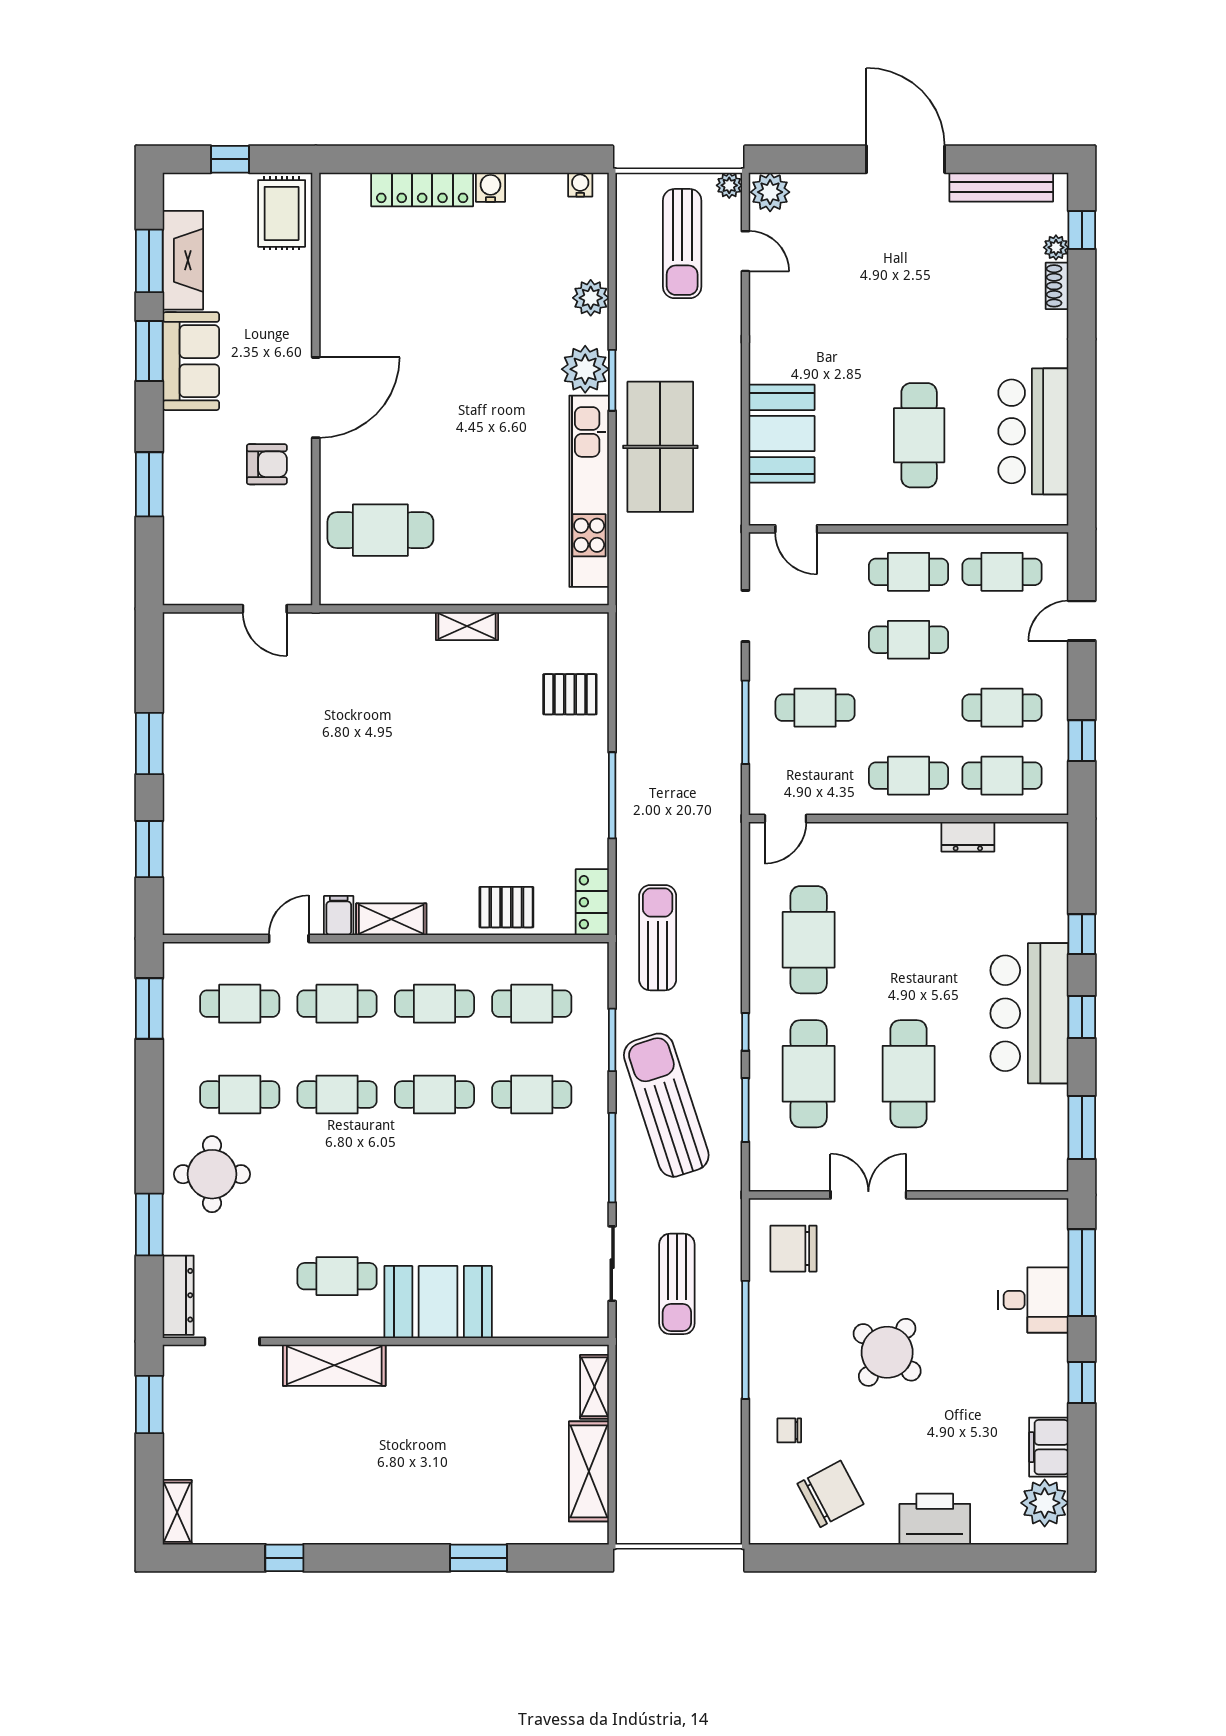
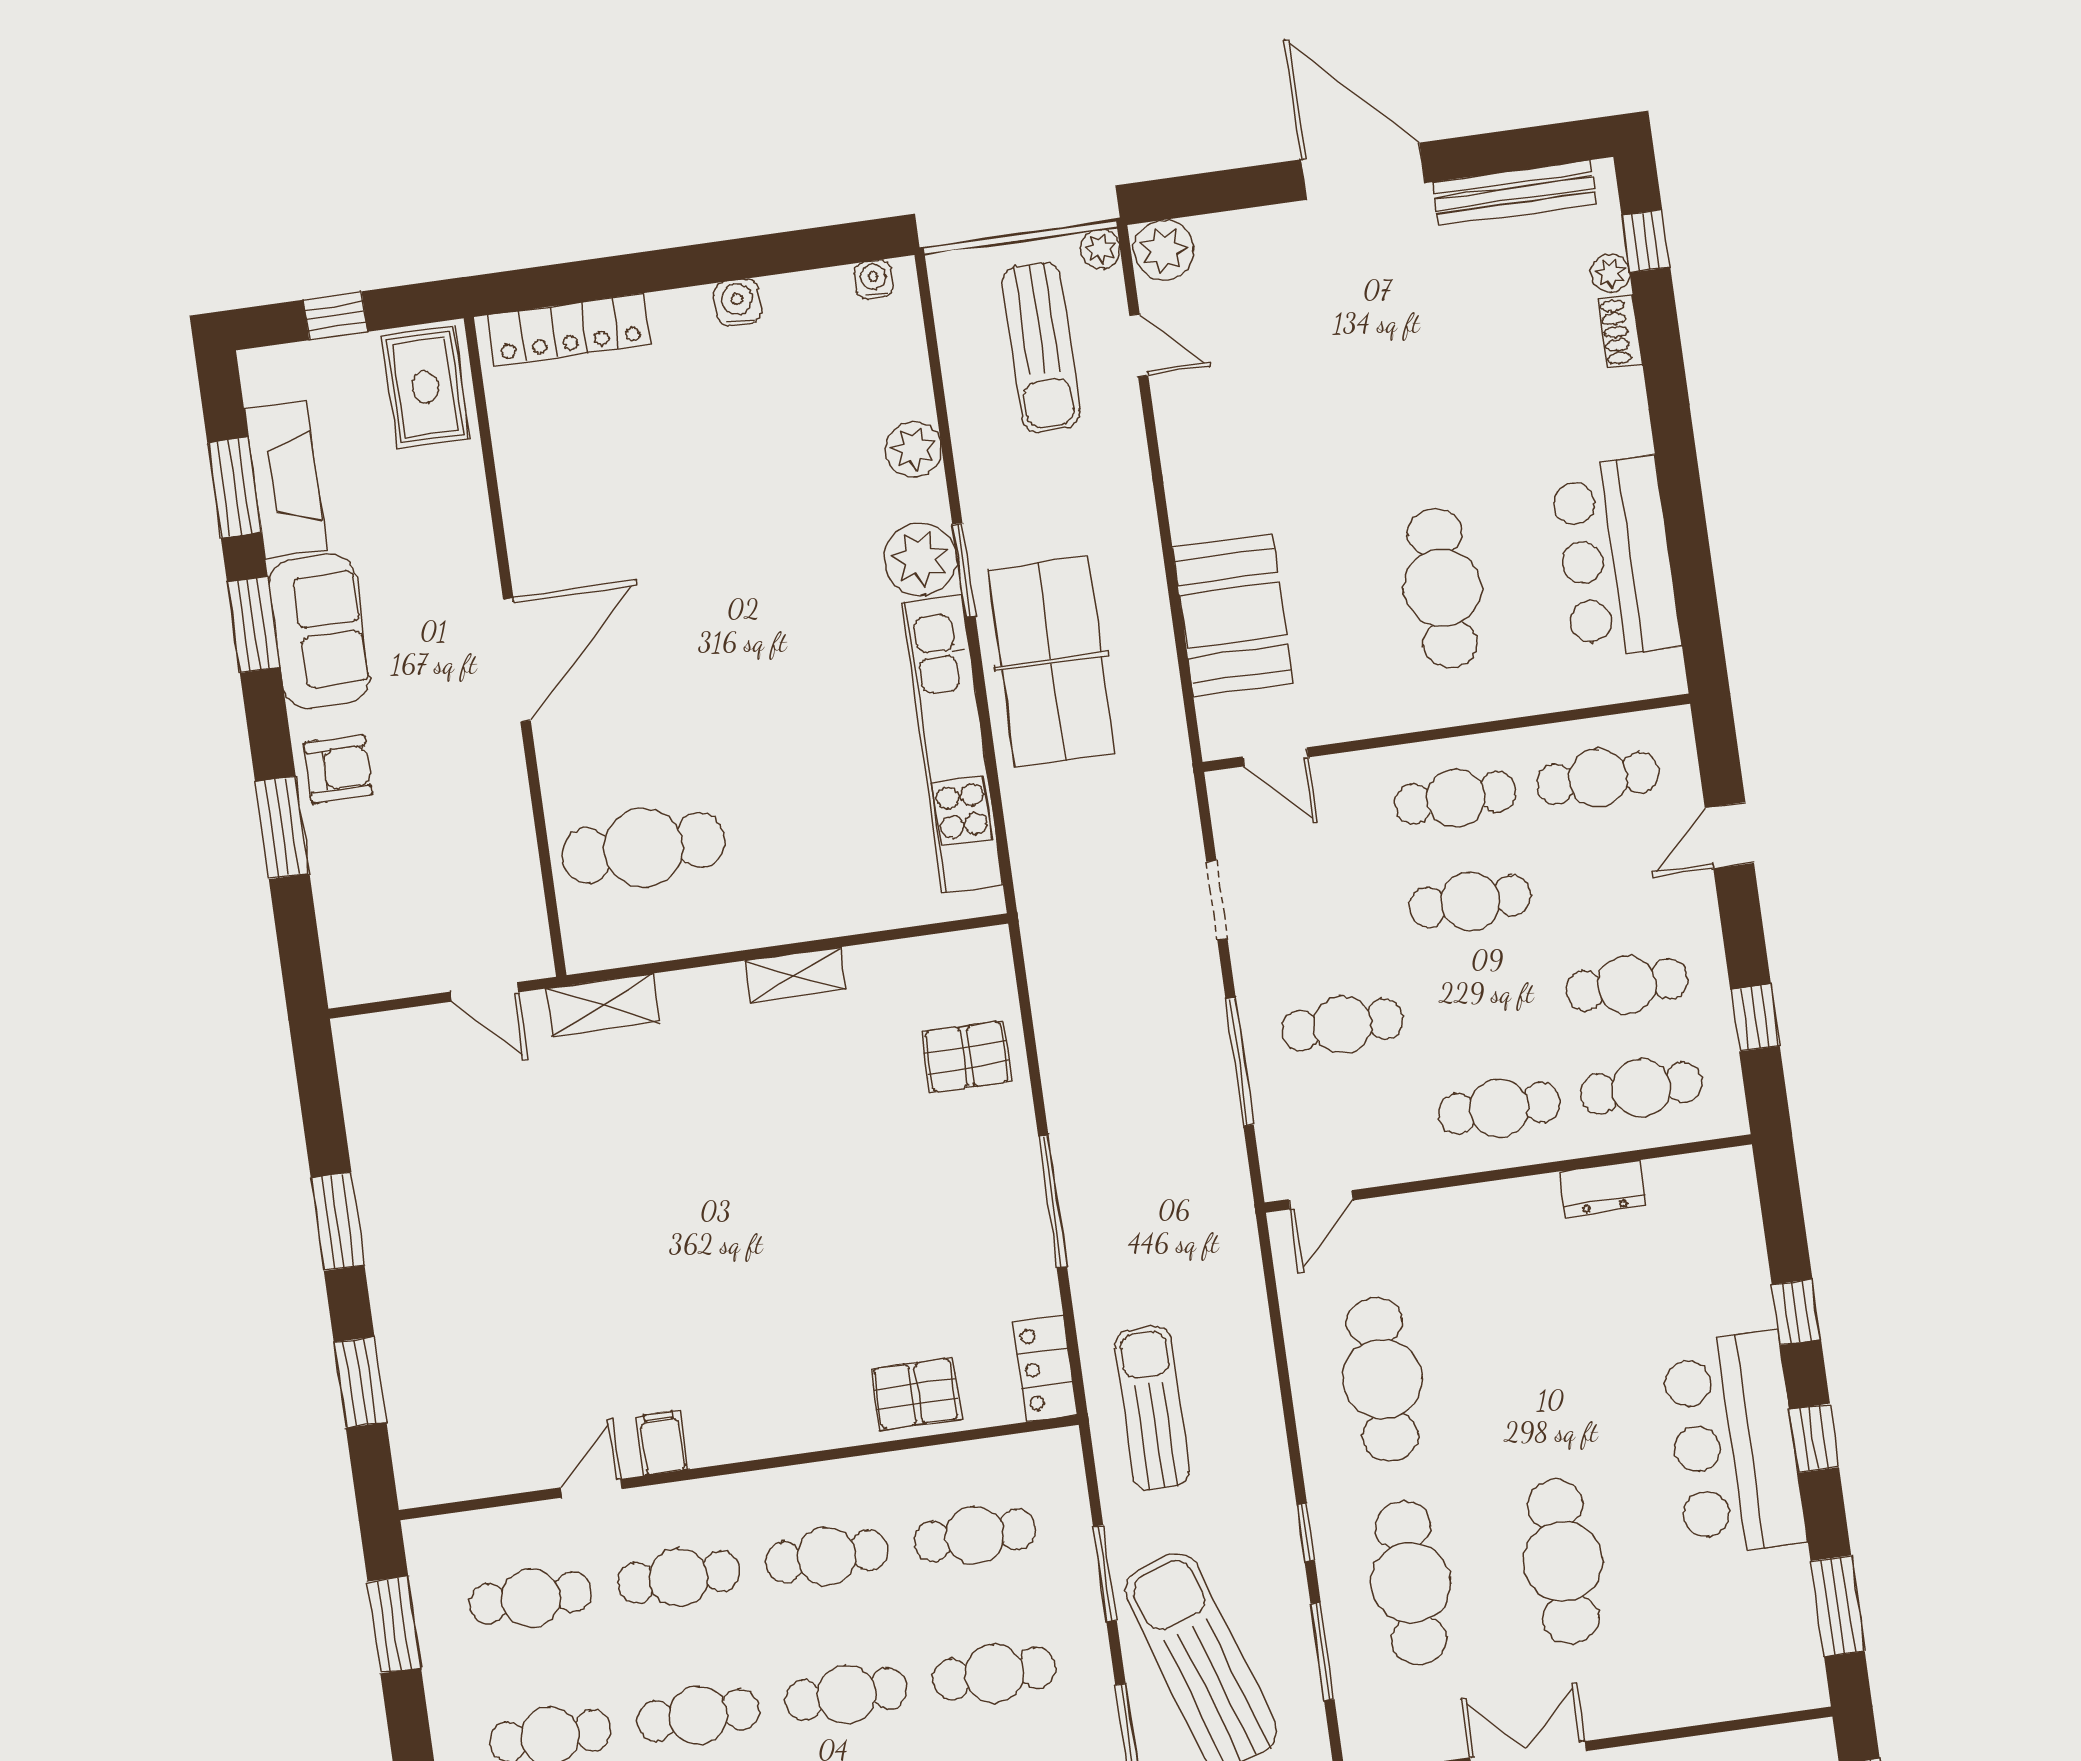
locker: (422, 189) -> (569, 330), moved
armchair: (267, 464) -> (338, 769), moved
shelving: (391, 919) -> (603, 1005), moved

